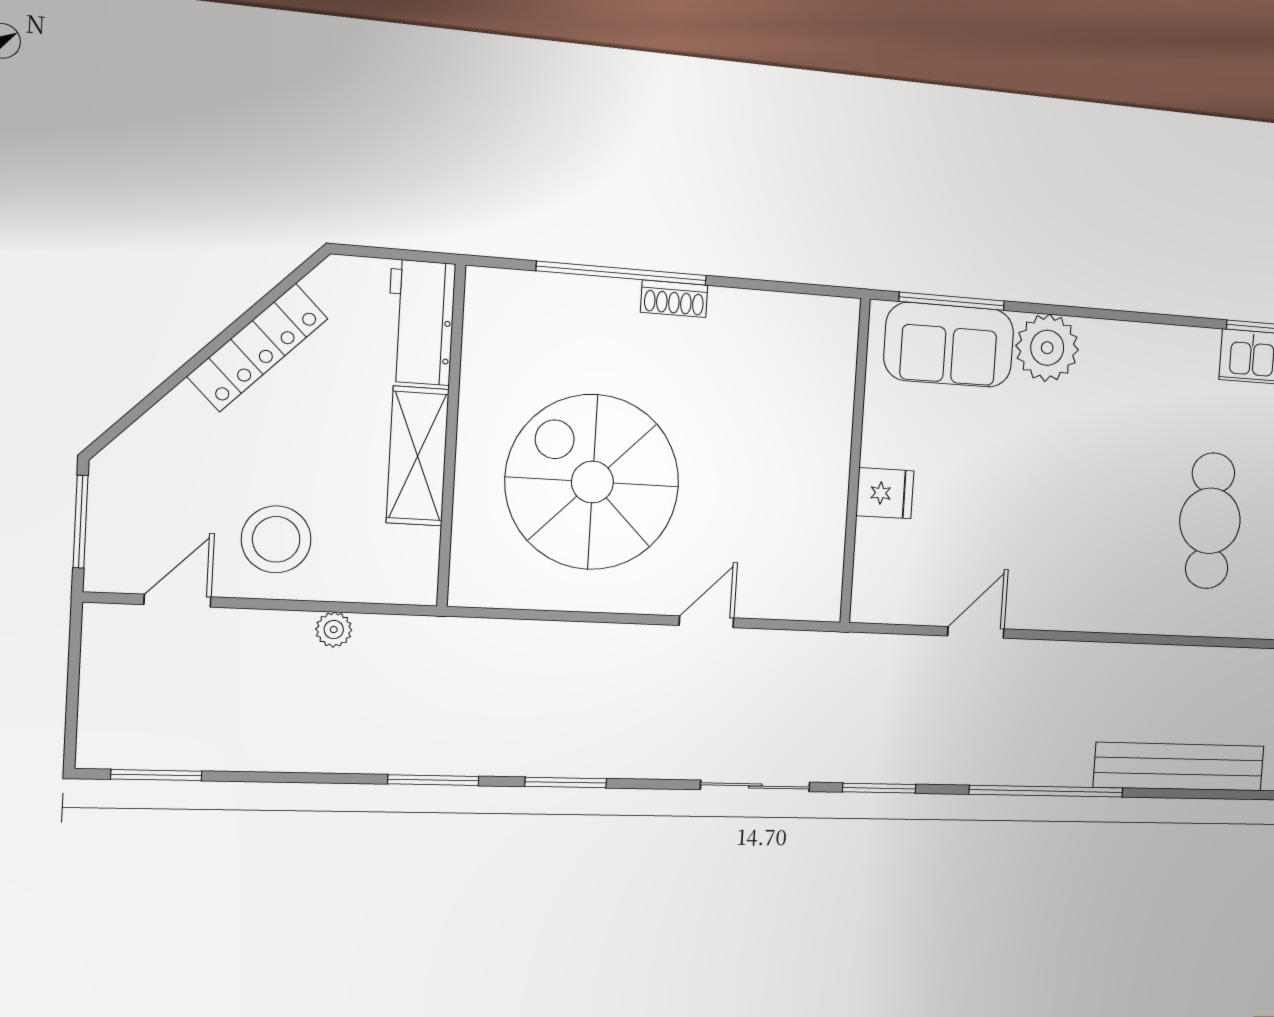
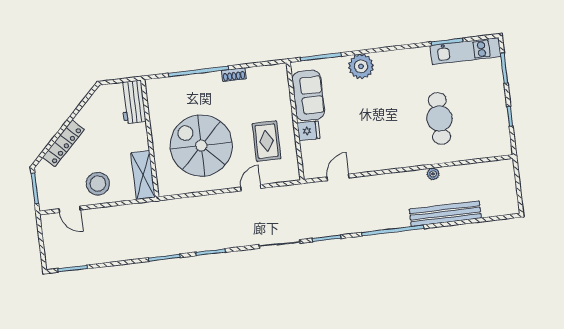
shoe rack: (674, 299) -> (234, 75), moved
sofa: (949, 345) -> (308, 95), moved, turned -90
locker: (258, 347) -> (63, 143), moved
shelving: (418, 456) -> (143, 175), moved
rug: (771, 502) -> (267, 141), added
door: (178, 601) -> (70, 209), swing flipped
plant: (334, 630) -> (433, 174), moved
door: (976, 632) -> (338, 177), moved

